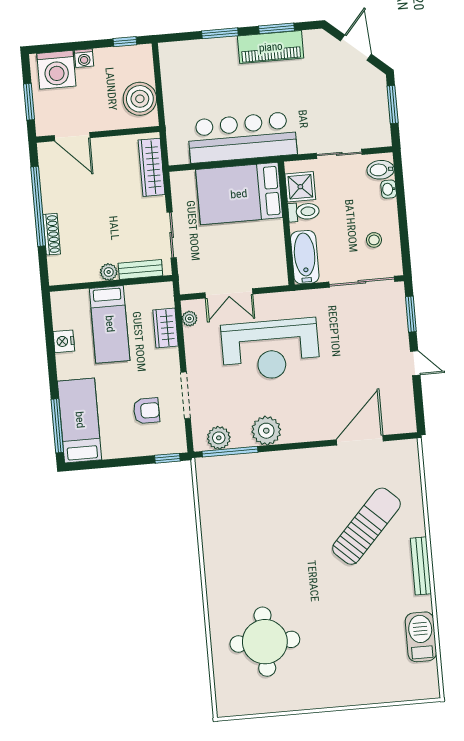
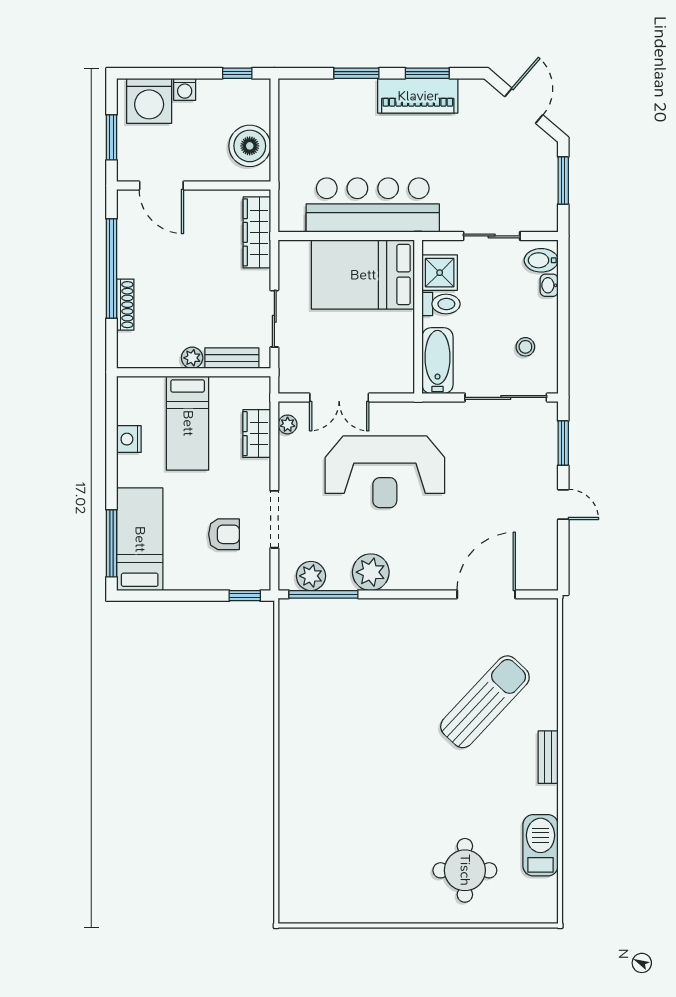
bench: (421, 566) -> (548, 757), width x0.73
round table: (265, 642) -> (465, 870), moved, width x0.73, depth x0.73

